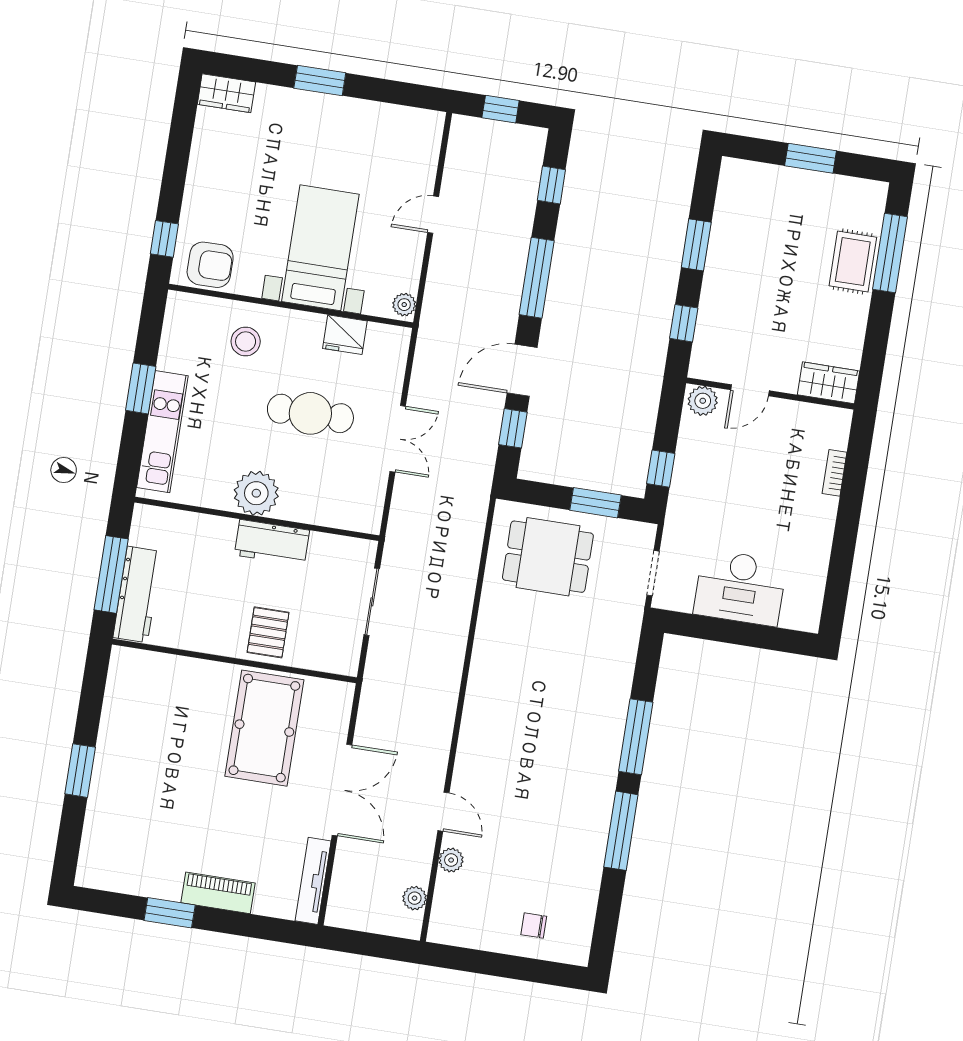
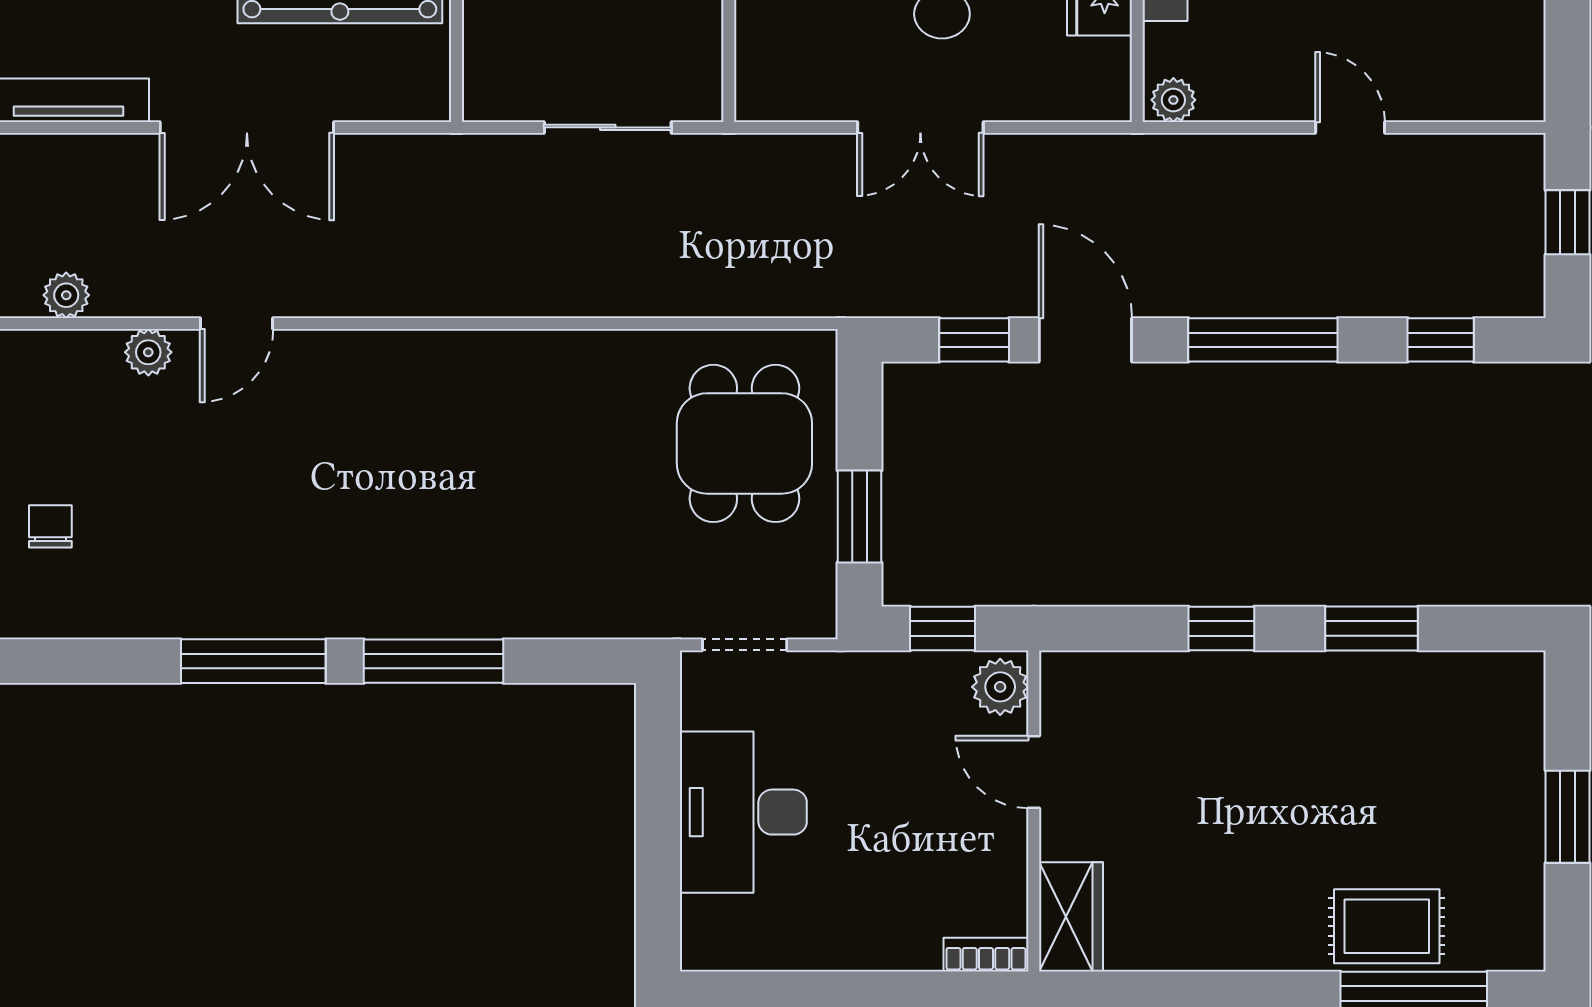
wardrobe: (829, 383) -> (1071, 917), moved
door: (750, 390) -> (1034, 772), moved
wall: (770, 393) -> (1034, 811), moved
plant: (703, 401) -> (1000, 687), moved

